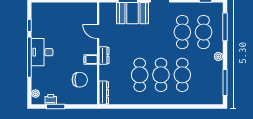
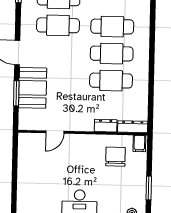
dresser: (104, 56) -> (106, 126), moved
filing cabinet: (91, 59) -> (139, 144), moved
printer: (51, 99) -> (140, 194), removed

